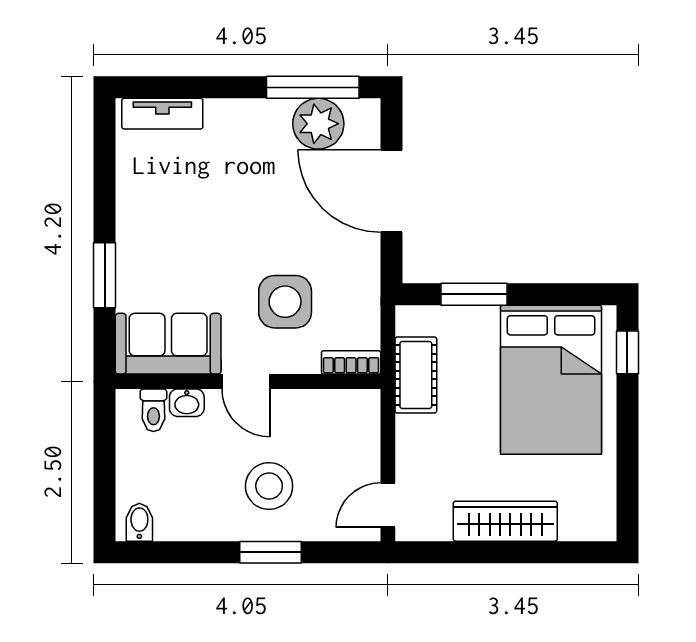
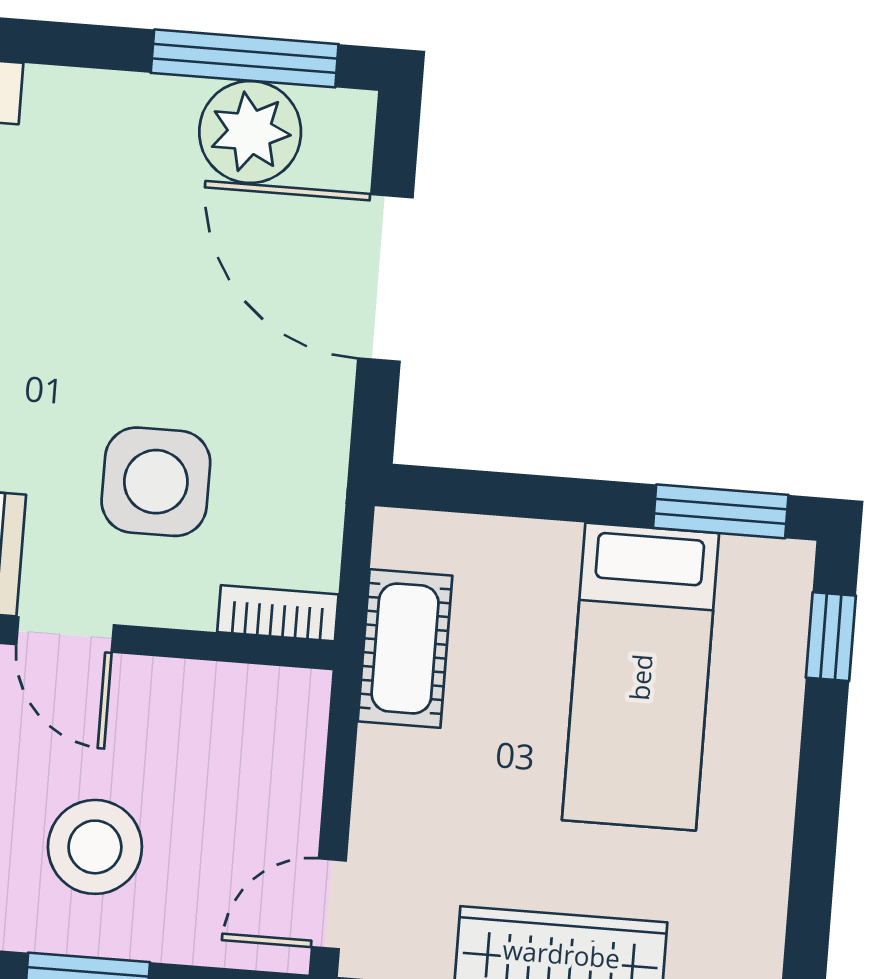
window: (474, 294) -> (721, 511), moved
bed: (551, 380) -> (641, 677), width x0.67

